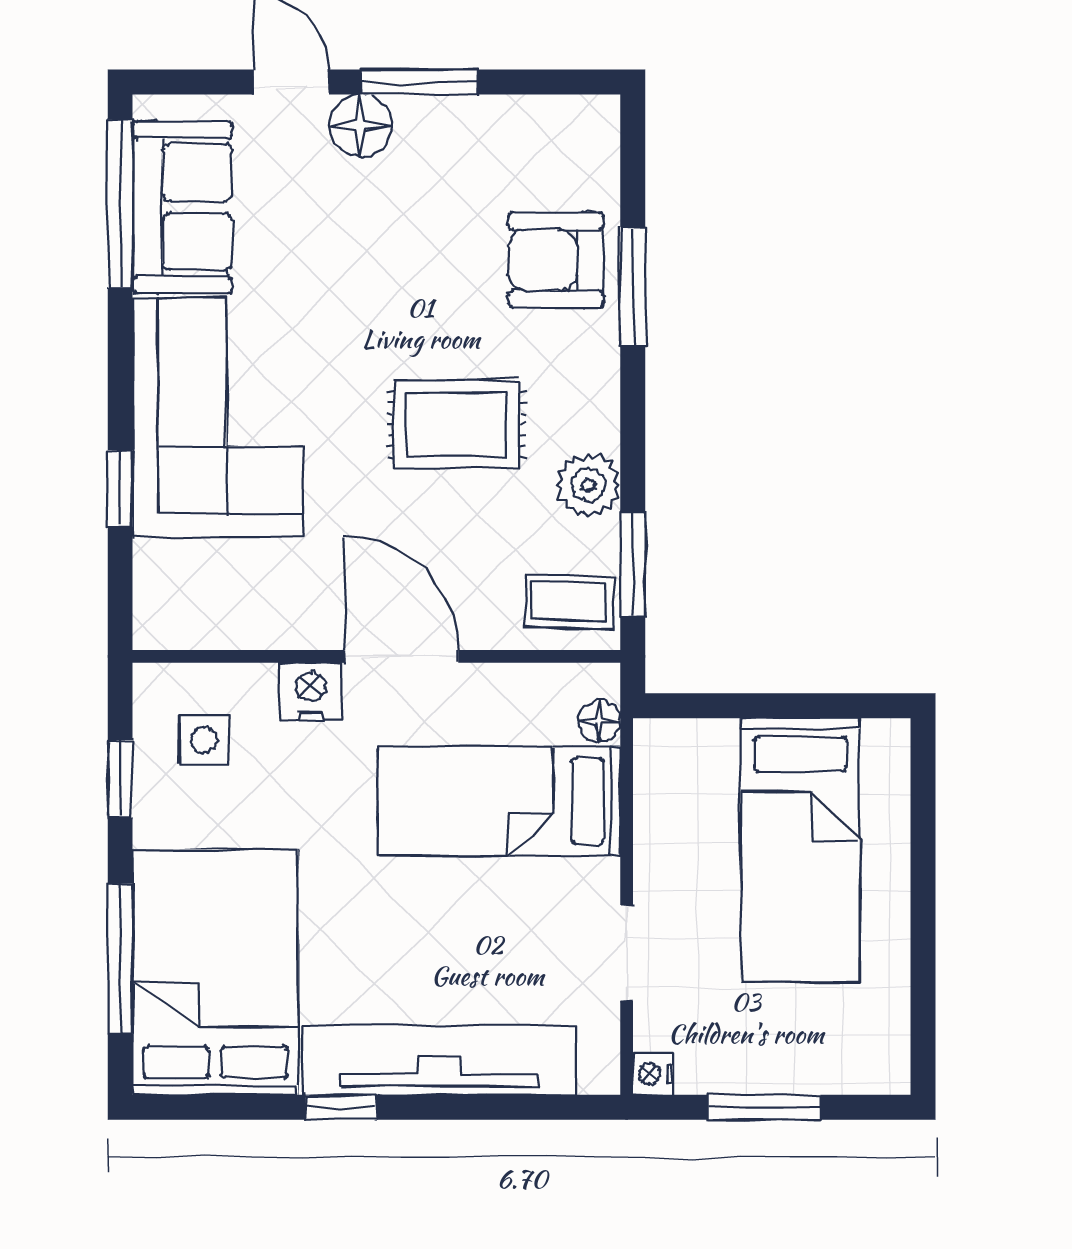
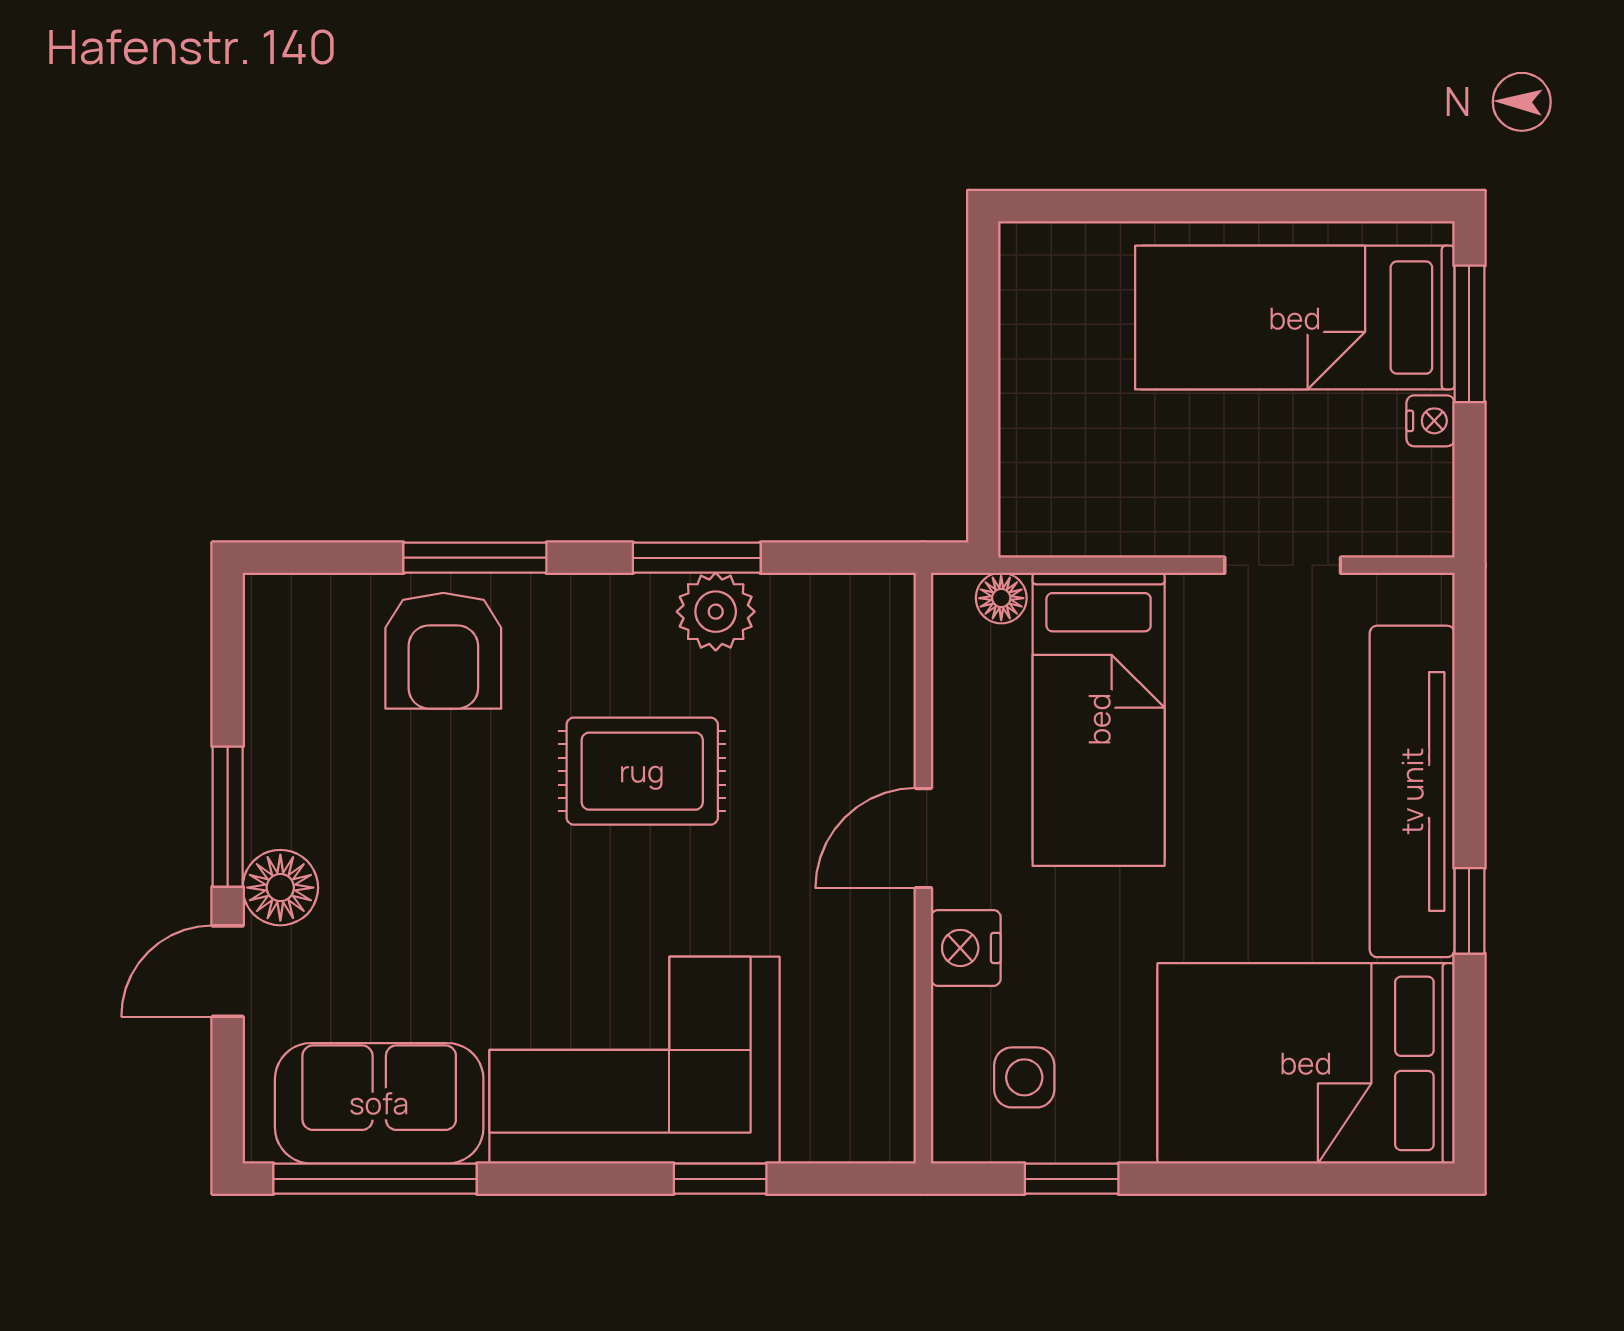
rug: (457, 424) -> (642, 771), turned 90
window: (633, 564) -> (697, 558), moved
coffee table: (569, 601) -> (857, 635), removed
door: (401, 656) -> (923, 838), width x0.73
bed: (800, 850) -> (1295, 318), moved, turned 180
window: (120, 959) -> (1289, 1179), removed
nightstand: (653, 1074) -> (1430, 421), moved, turned -90
window: (764, 1107) -> (1469, 334), moved

